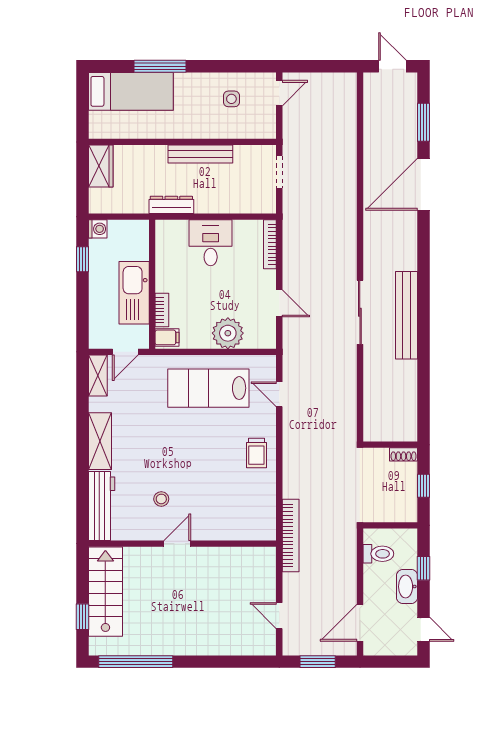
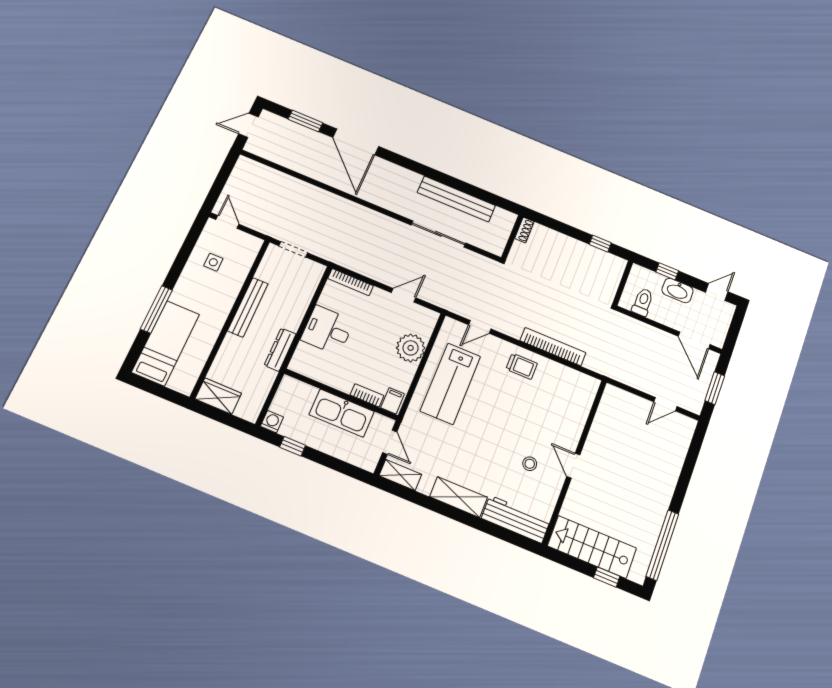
wall: (390, 445) -> (512, 237), moved
shoe rack: (404, 454) -> (524, 230), moved
bookcase: (291, 536) -> (553, 347), moved

